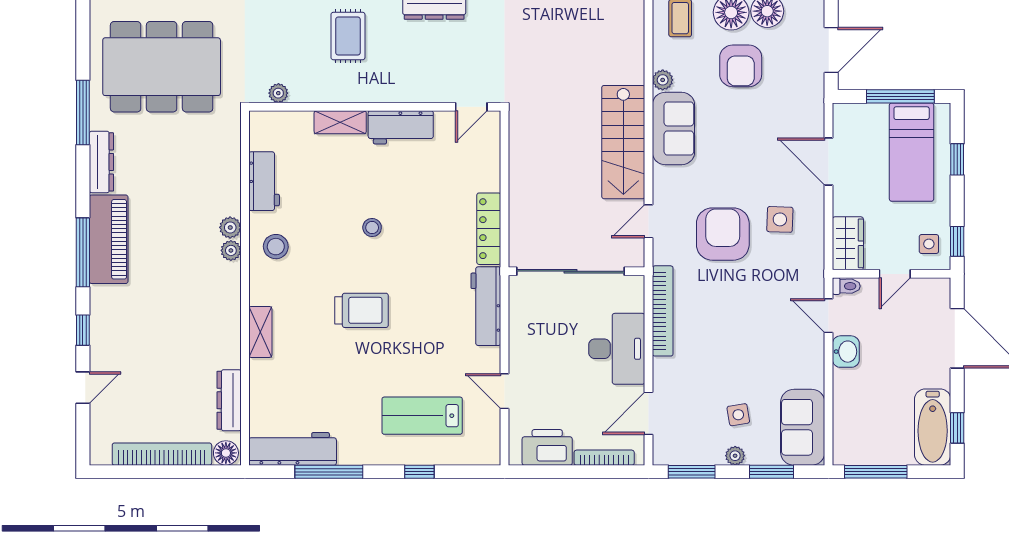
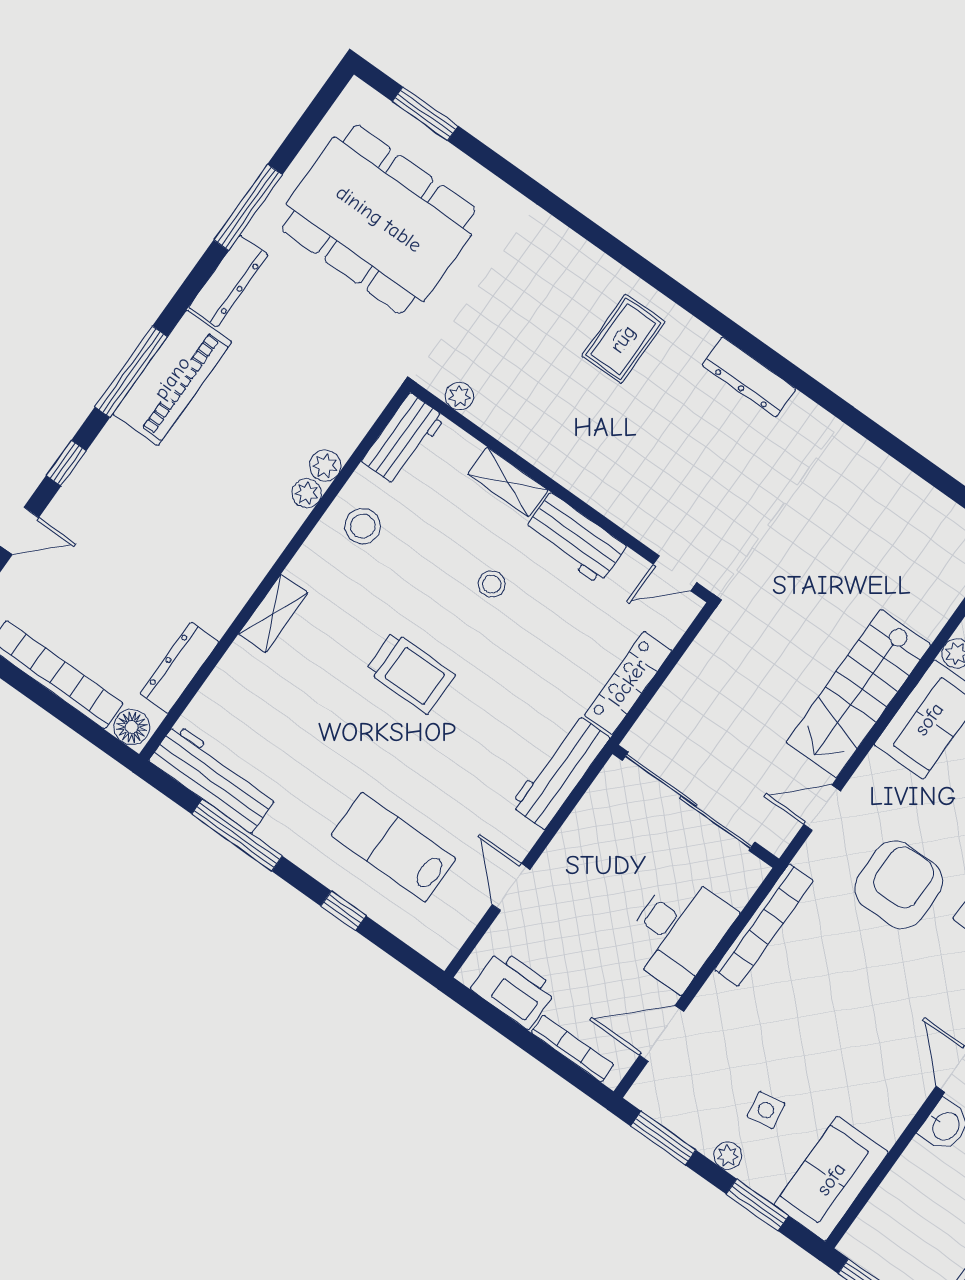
plant: (278, 93) -> (459, 396), moved
wall: (375, 107) -> (562, 493), moved
door: (471, 107) -> (675, 573), moved
shelving: (340, 122) -> (508, 482), moved
workbench: (401, 127) -> (575, 539), moved

